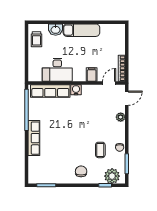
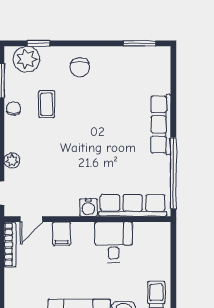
desk: (57, 70) -> (114, 242), width x0.73

